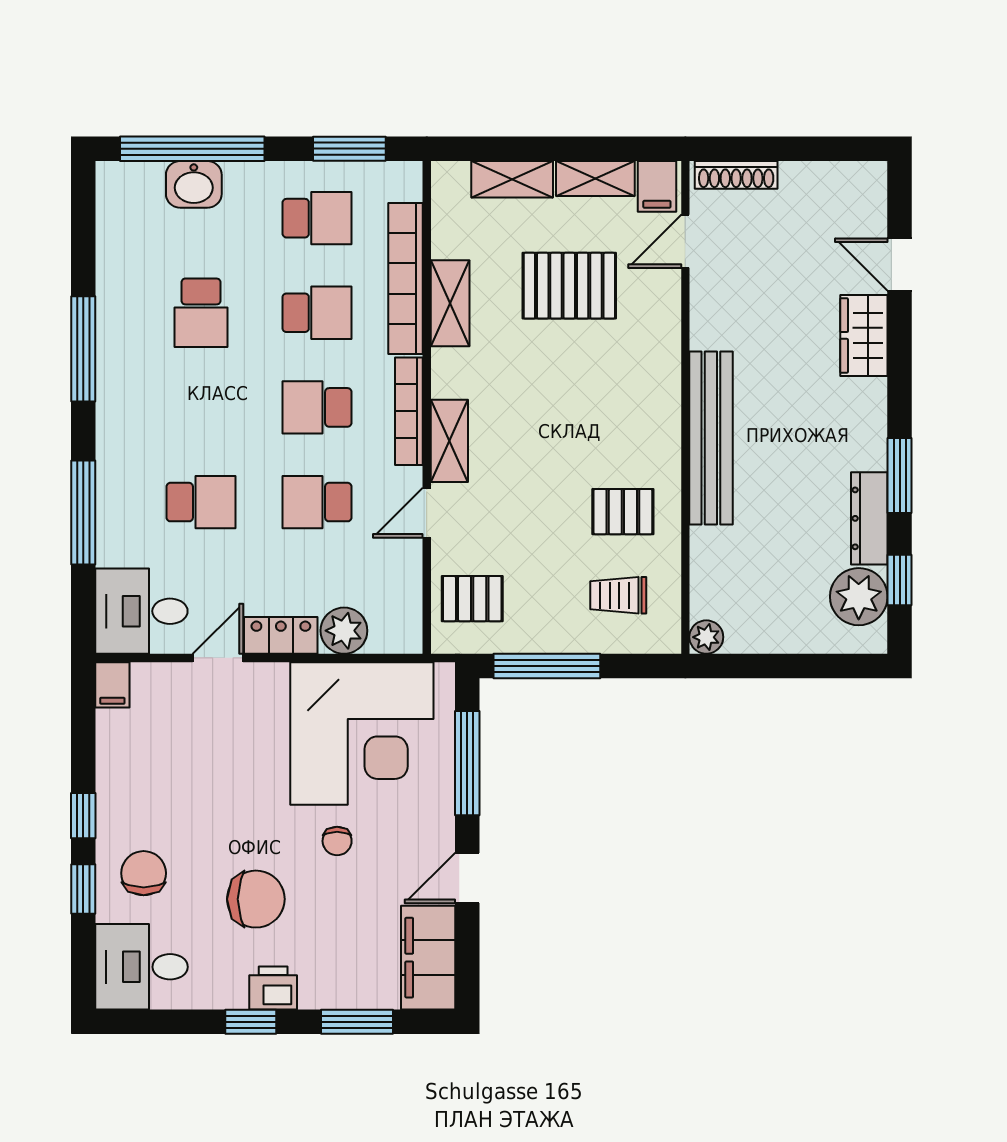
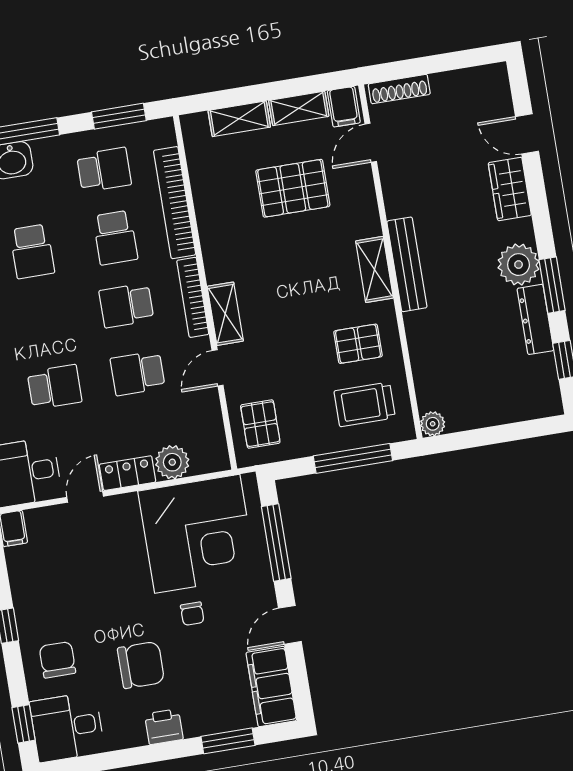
shelving: (450, 303) -> (374, 269), moved
school desk: (317, 313) -> (115, 238), turned 90
bench: (711, 438) -> (407, 264), width x0.73, depth x0.82
trolley: (618, 595) -> (365, 404), width x1.36, depth x1.39
plant: (859, 597) -> (519, 265), moved
pallet: (472, 599) -> (260, 424), turned 90
window: (547, 666) -> (353, 458), moved
window: (83, 889) -> (24, 724), moved
window: (251, 1022) -> (152, 753), removed

